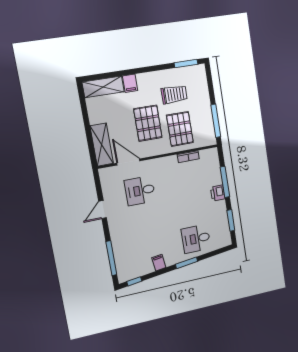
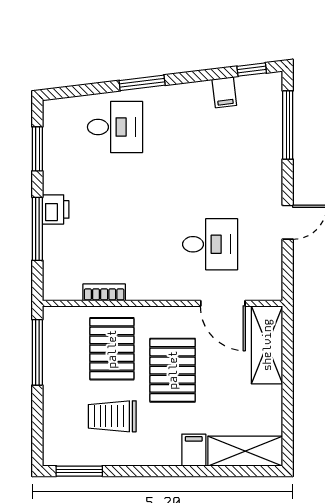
filing cabinet: (159, 263) -> (224, 92), moved

